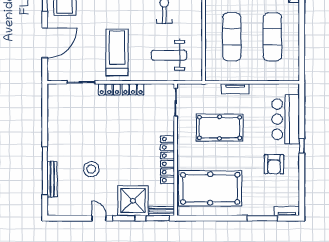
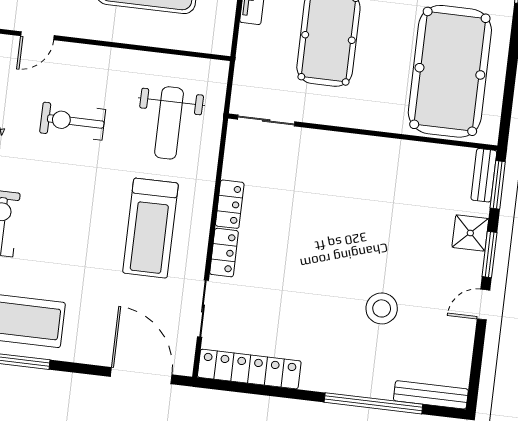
door: (45, 43) -> (141, 376), moved
treadmill: (117, 52) -> (150, 228), turned -90
locker: (167, 160) -> (249, 369), moved, turned 180
bench: (52, 179) -> (431, 395), moved
shower: (133, 201) -> (470, 233), width x0.54, depth x0.54

